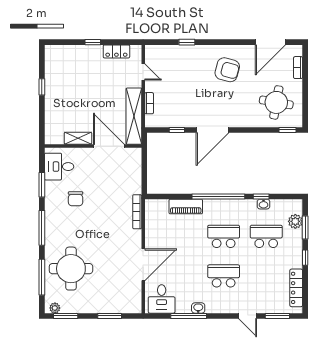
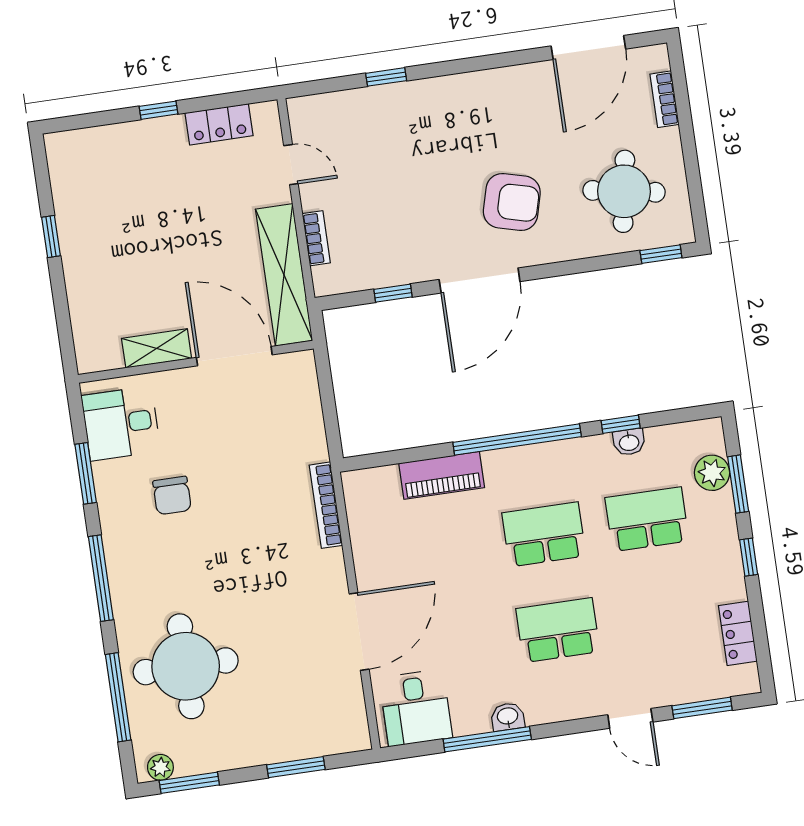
armchair: (227, 70) -> (512, 202), moved
locker: (296, 288) -> (738, 633), width x0.66

